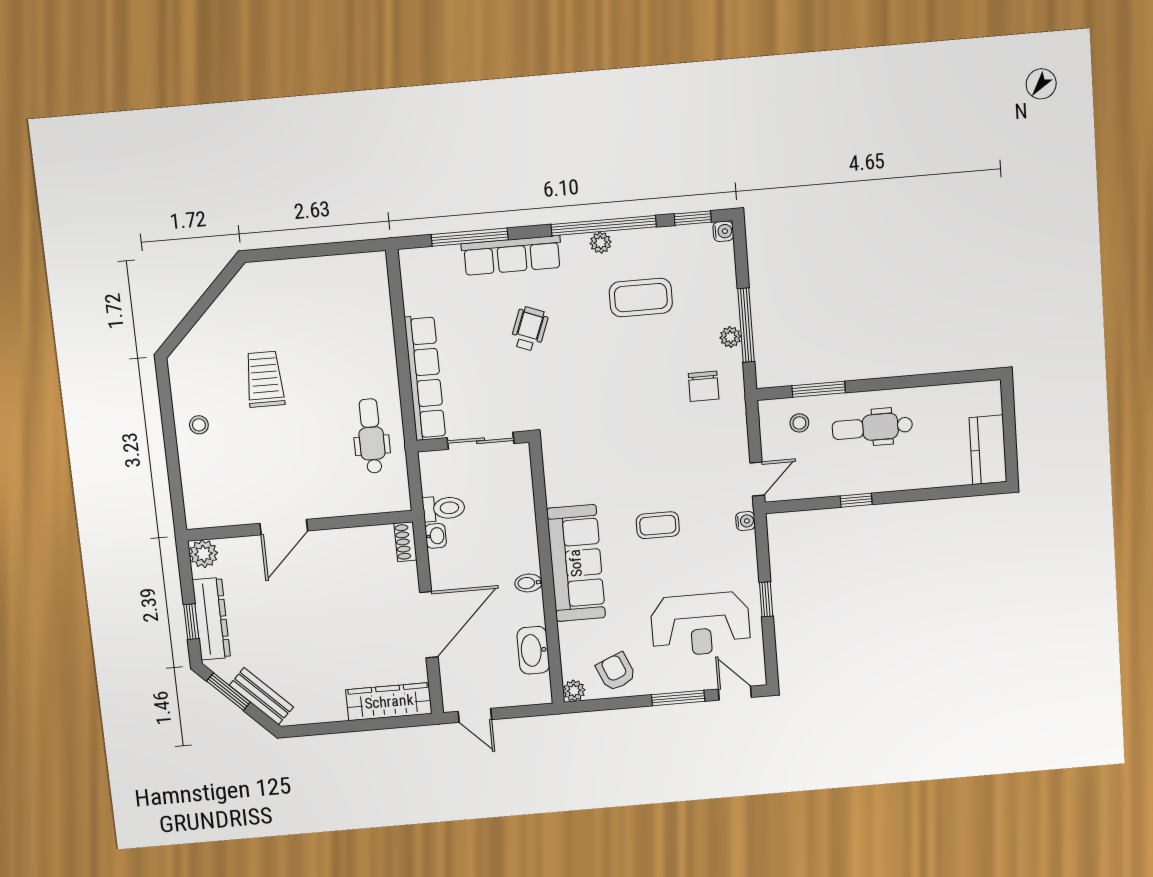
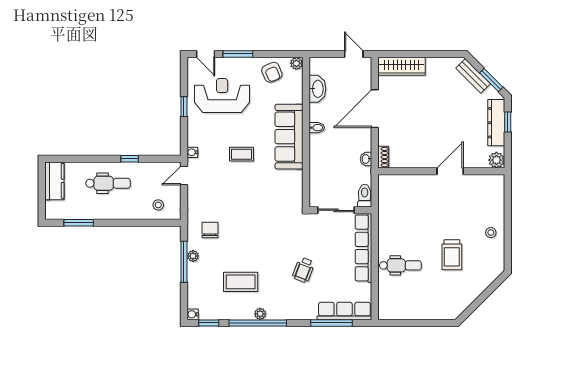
row of seats: (512, 256) -> (344, 311), moved
window: (819, 389) -> (79, 223), moved
dental chair: (872, 427) -> (108, 183), moved
dental chair: (371, 436) -> (400, 265), moved, turned -90
toilet: (444, 508) -> (365, 196), moved, turned 90

